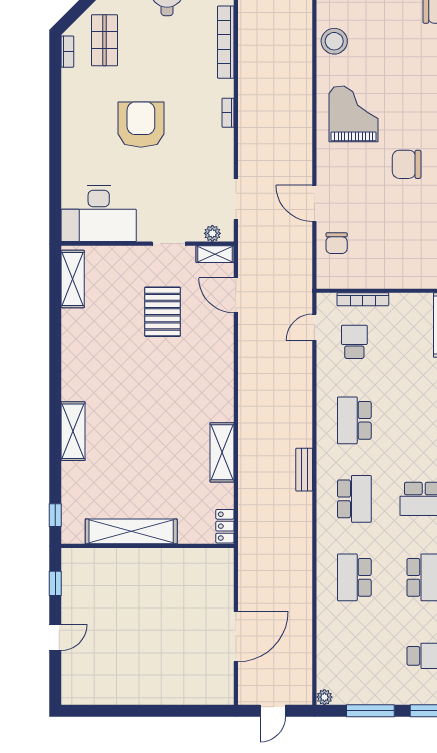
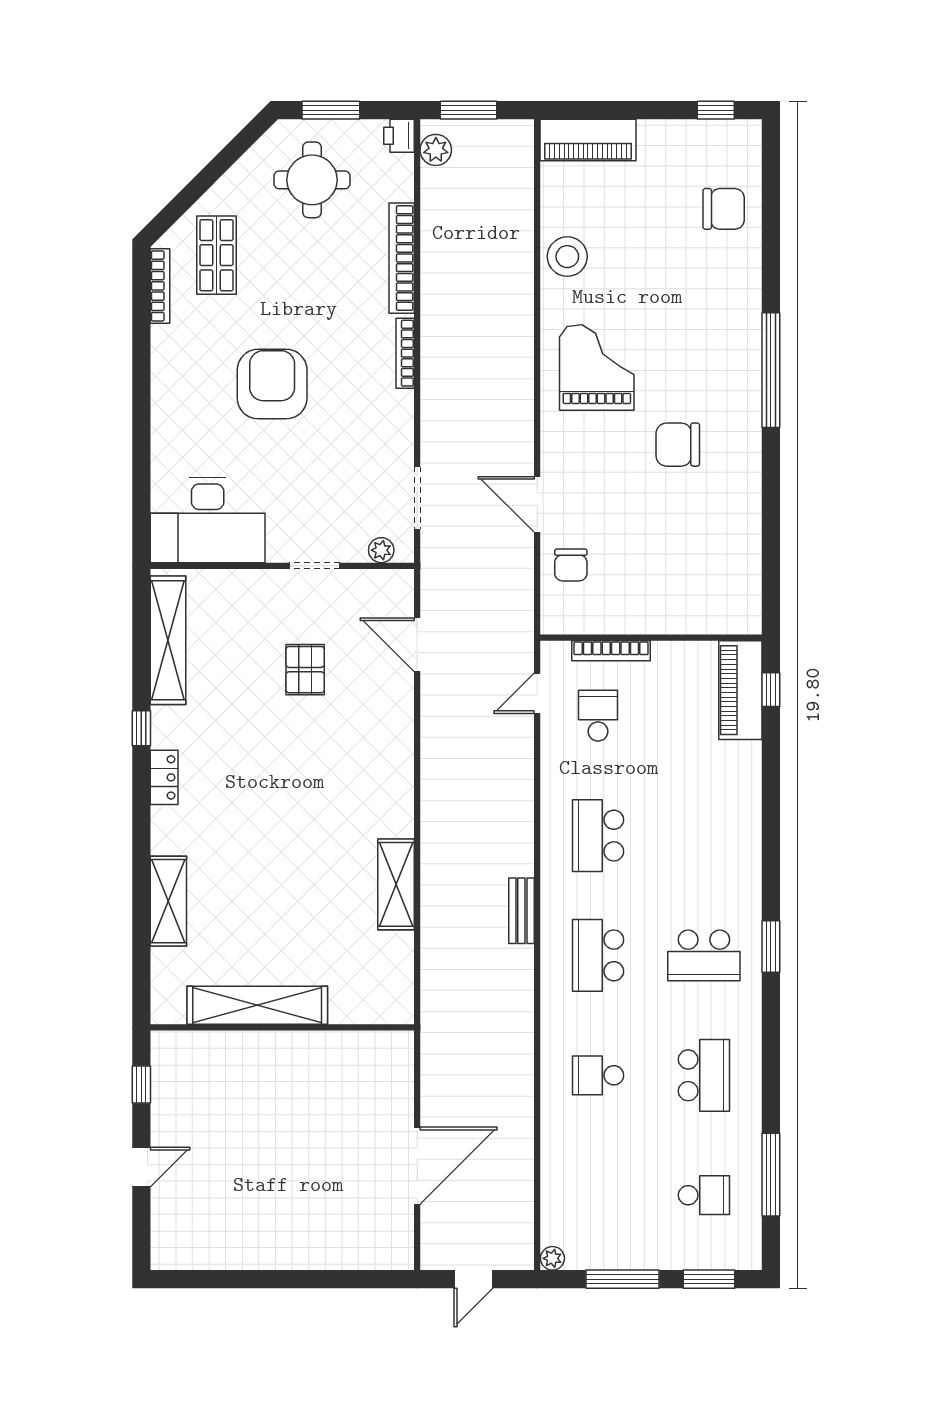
bookcase: (67, 52) -> (160, 286), width x1.56
bookcase: (228, 113) -> (405, 353), width x1.56
shelving: (215, 254) -> (385, 582), removed
shelving: (73, 279) -> (168, 640), width x1.47
pallet: (163, 312) -> (305, 670), width x0.67, depth x0.71
shelving: (73, 431) -> (168, 901), moved
school desk: (354, 499) -> (598, 955), turned 180
window: (55, 515) -> (141, 728), moved
locker: (225, 526) -> (164, 777), moved, turned 180
school desk: (354, 577) -> (598, 1075), width x0.54

